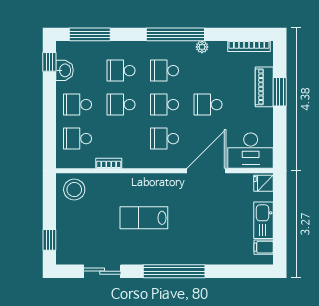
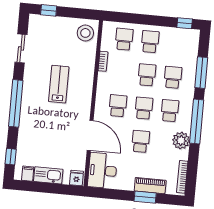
window: (90, 34) -> (201, 73), moved
plant: (202, 47) -> (181, 141), width x1.88, depth x1.88
washbasin: (65, 70) -> (177, 34), removed
window: (244, 271) -> (11, 157), added

